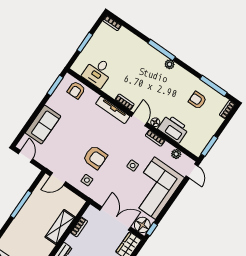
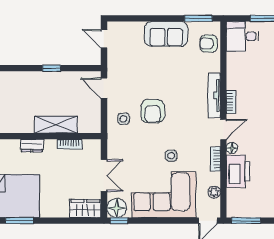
desk: (98, 72) -> (242, 36), moved
sofa: (43, 125) -> (166, 34), moved
door: (25, 156) -> (104, 39), swing flipped
window: (21, 204) -> (52, 68), width x0.46
double door: (115, 219) -> (104, 176), width x0.73

